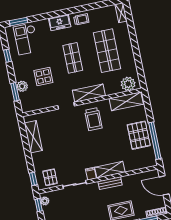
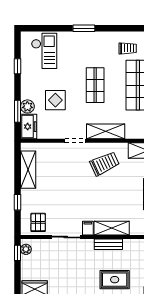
trolley: (81, 19) -> (128, 48), moved
window: (19, 22) -> (84, 28), moved
freezer: (60, 22) -> (29, 127), moved, turned -90
checkout: (26, 39) -> (44, 51), turned 180
trolley: (93, 119) -> (105, 164), turned -115
window: (33, 179) -> (18, 202), moved

